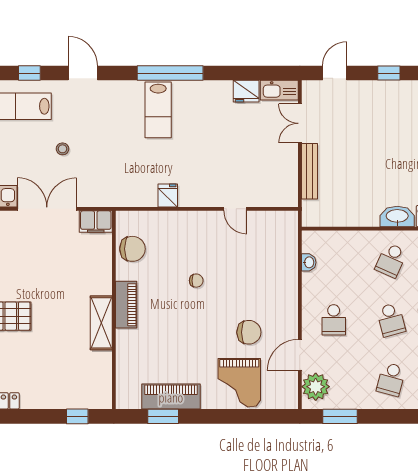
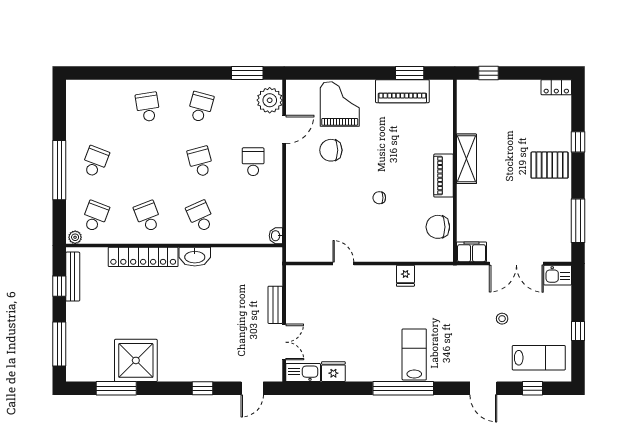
bench: (309, 171) -> (275, 305), width x0.73
school desk: (391, 260) -> (200, 216), turned -48
washbasin: (309, 262) -> (276, 236), moved

